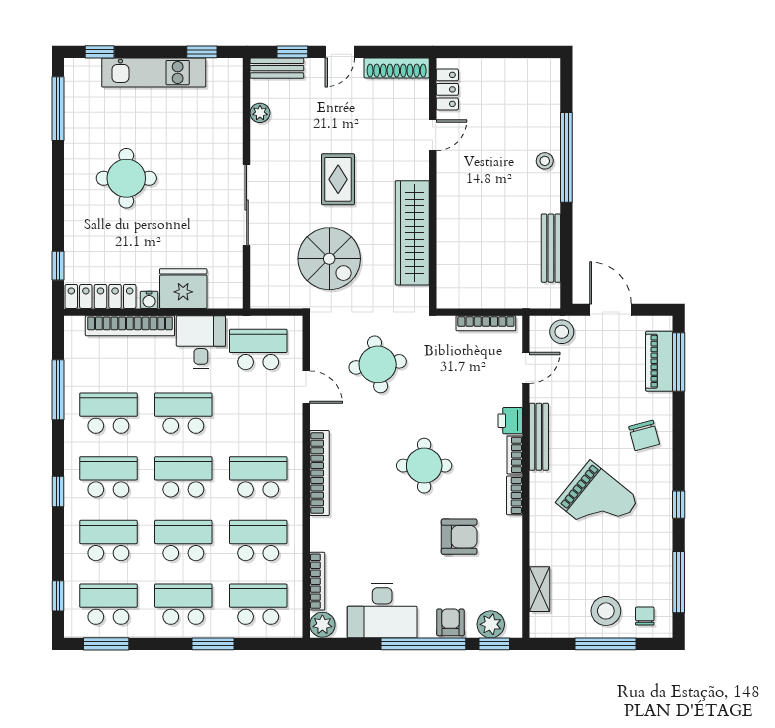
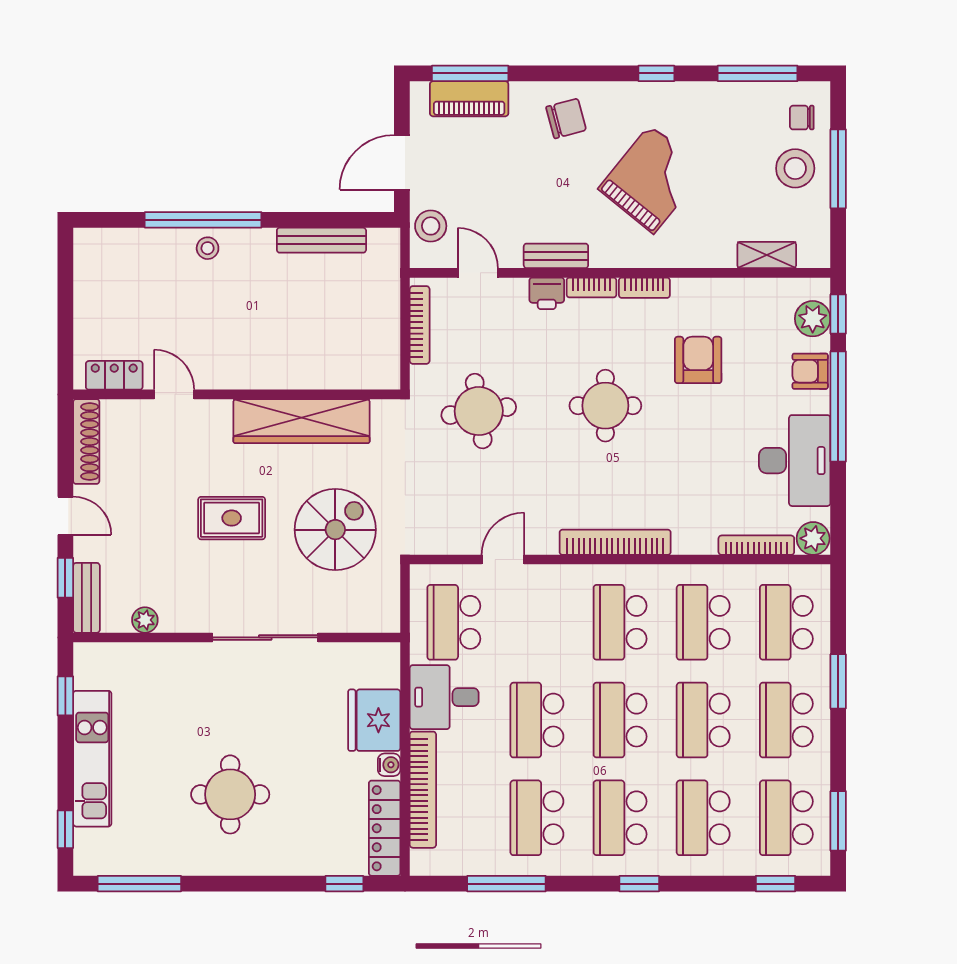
round table: (378, 364) -> (479, 411), moved
bench: (539, 437) -> (556, 256), width x0.73

